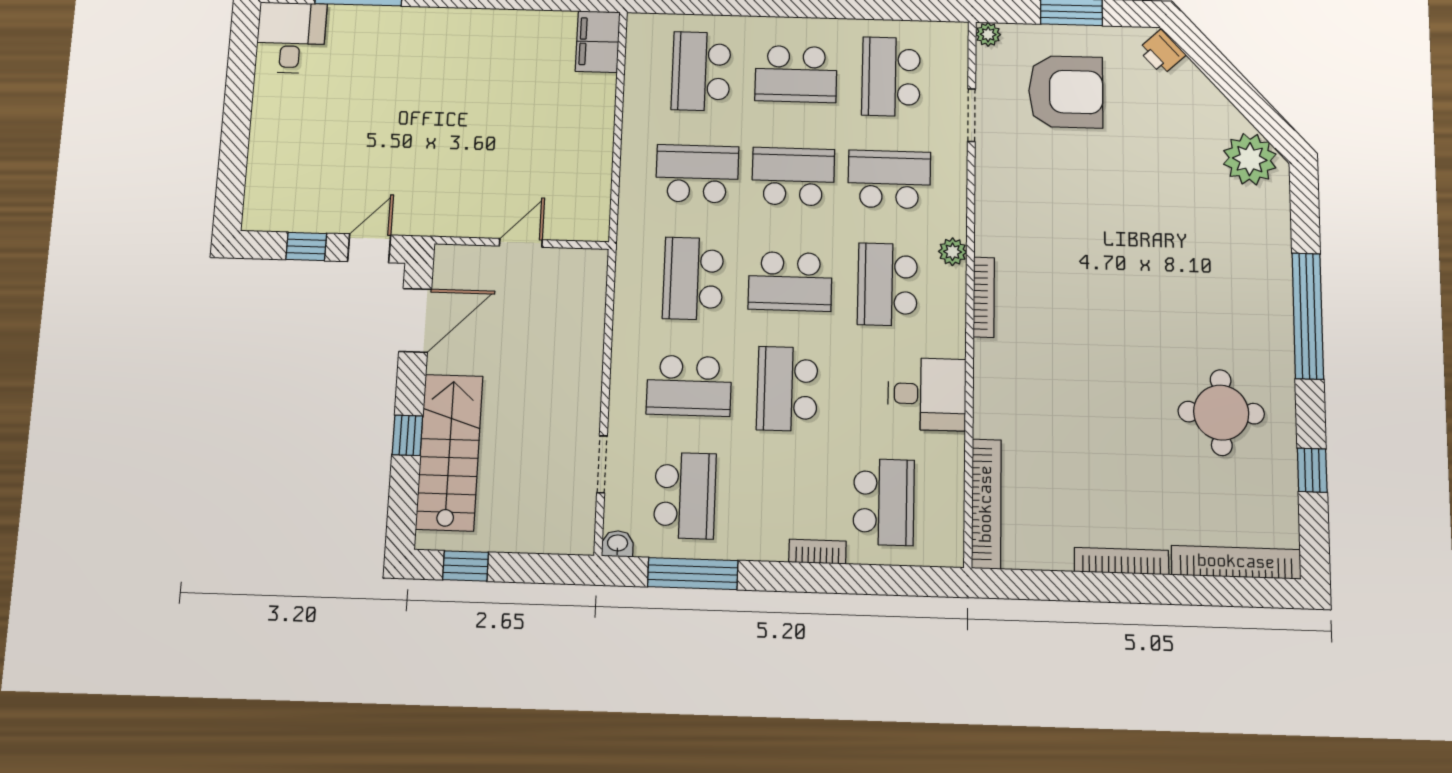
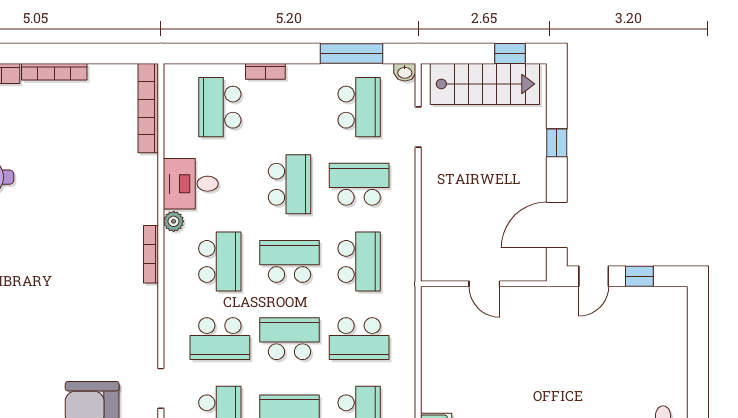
school desk: (793, 177) -> (289, 339), turned 180
door: (521, 243) -> (484, 284), hinge flipped
plant: (953, 252) -> (174, 221), moved
stairs: (449, 452) -> (485, 84), moved, turned -90
school desk: (685, 495) -> (359, 107), turned 180

